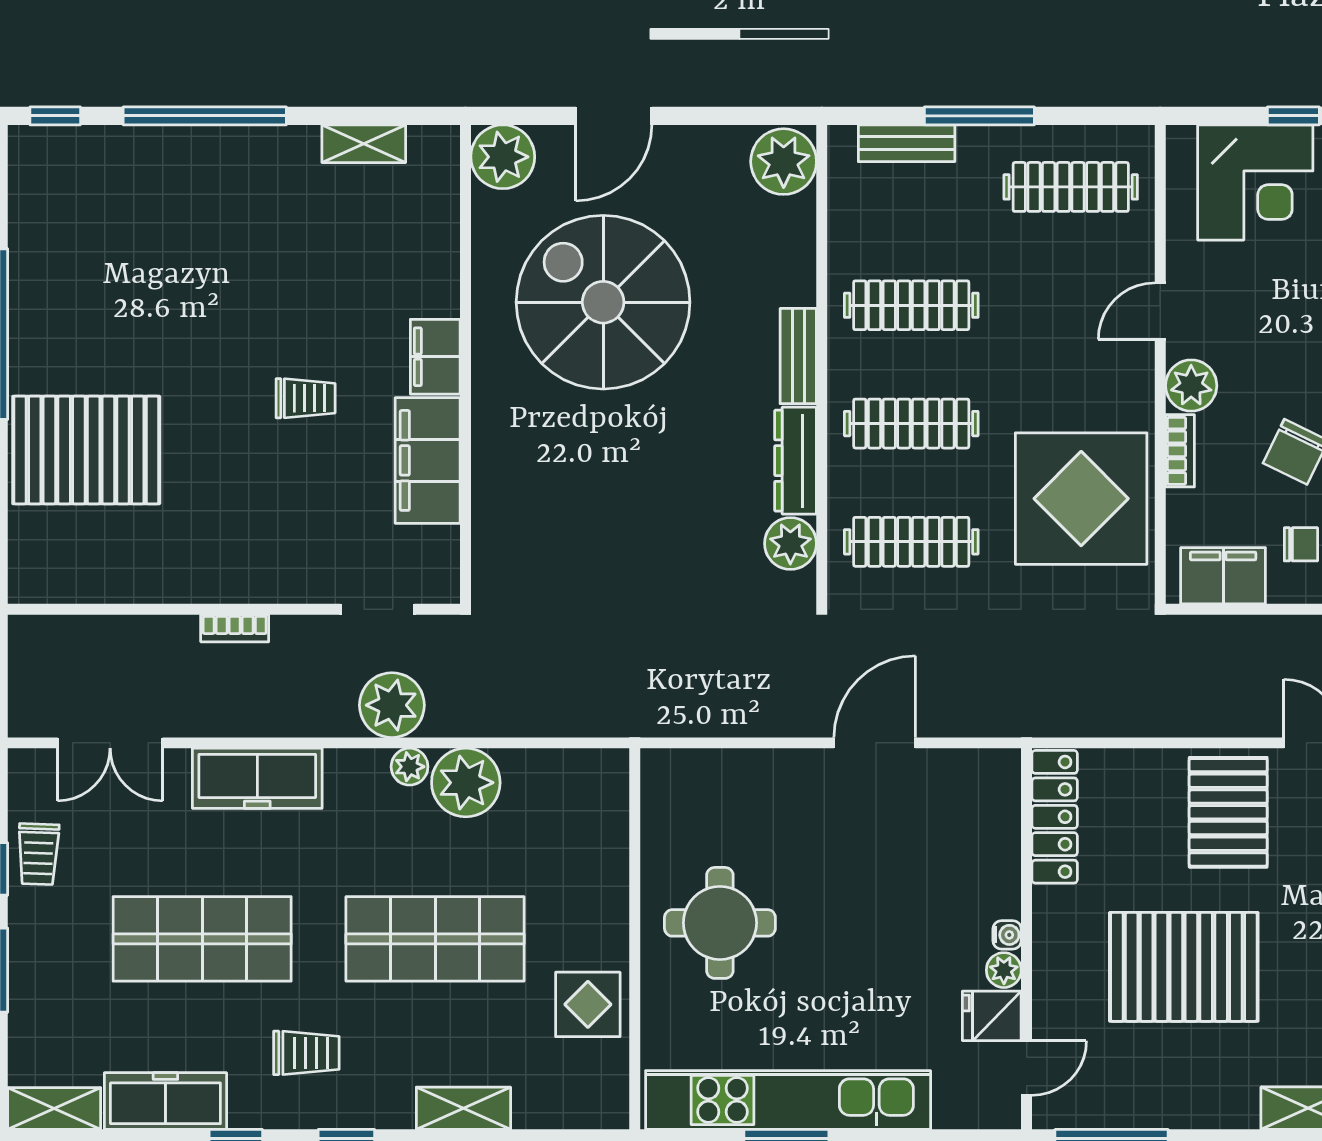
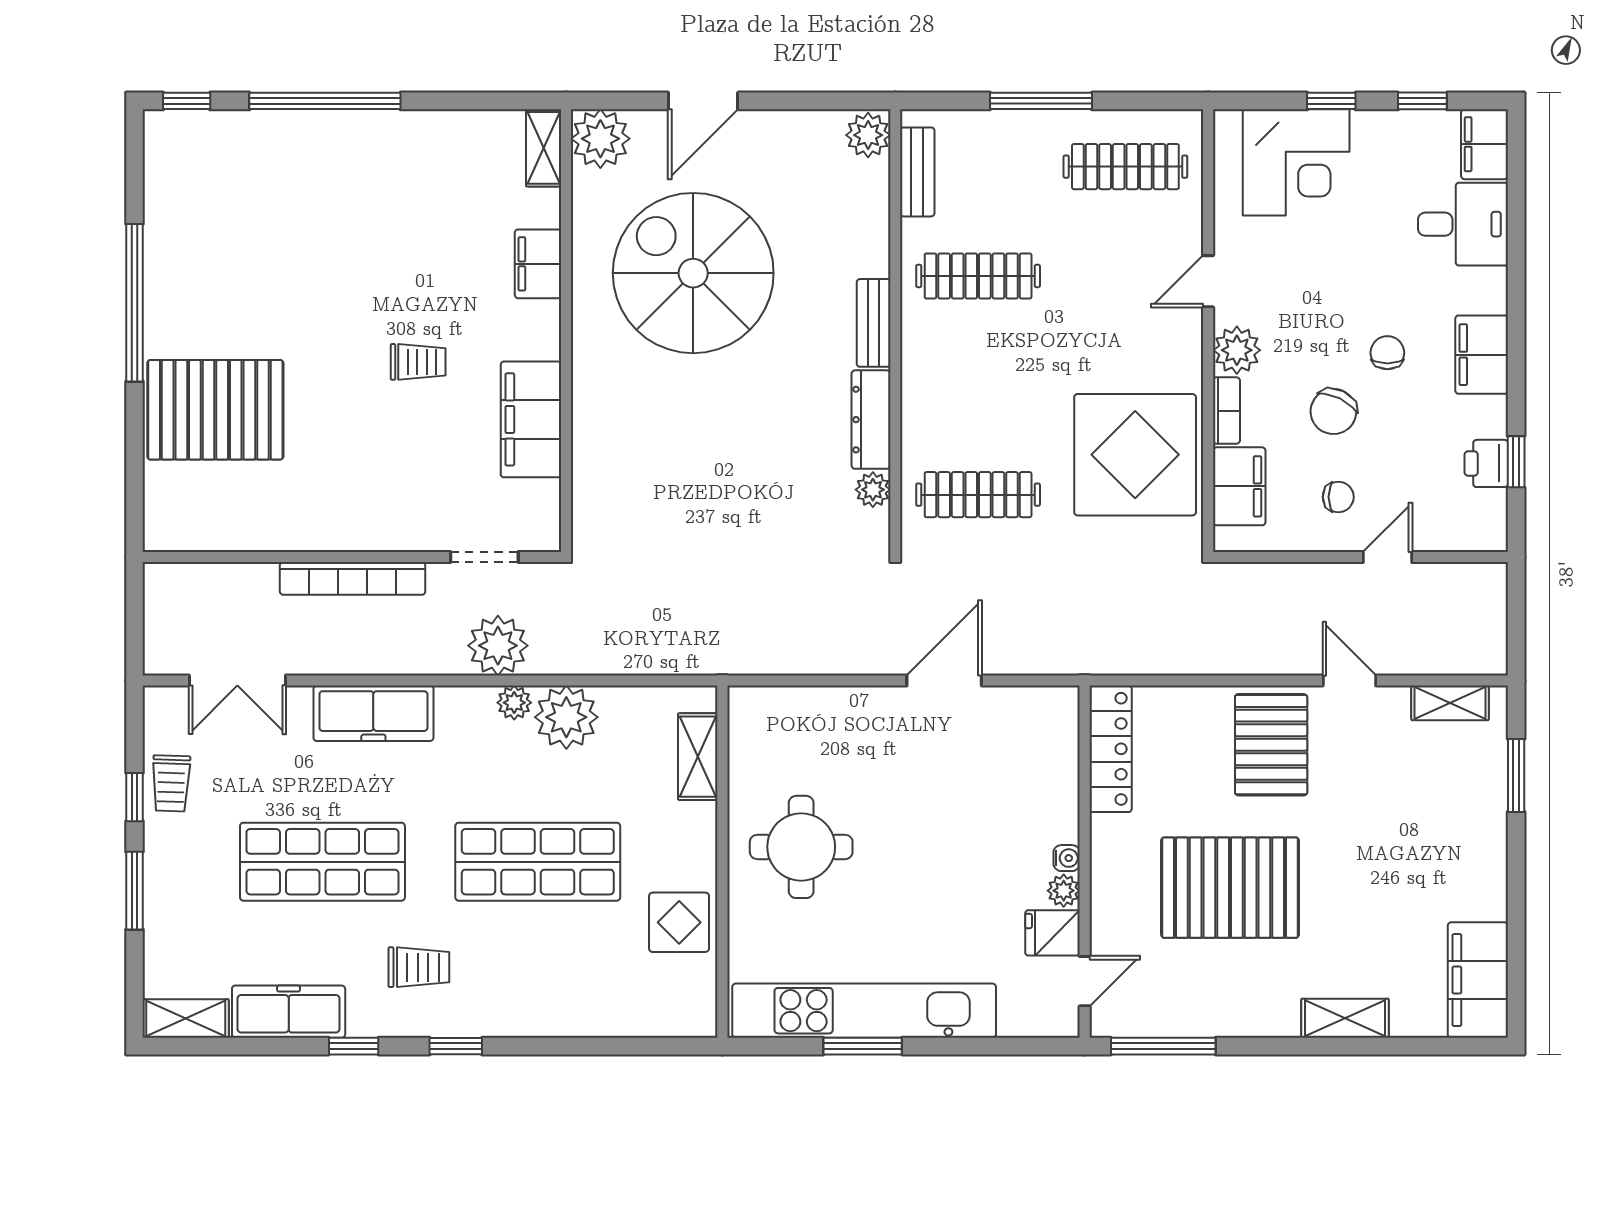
bench: (907, 143) -> (917, 172), moved, turned 90
shelving: (364, 144) -> (544, 148), moved, turned 90
plant: (784, 162) -> (868, 135), width x0.73, depth x0.73
filing cabinet: (435, 357) -> (538, 264), moved
clothes rail: (911, 424) -> (978, 385), removed
plant: (790, 544) -> (873, 490), width x0.73, depth x0.73
filing cabinet: (1223, 576) -> (1239, 486), moved, turned 90
bookcase: (235, 628) -> (353, 578), width x2.31, depth x1.31
shelving: (463, 1108) -> (698, 757), moved, turned 90

